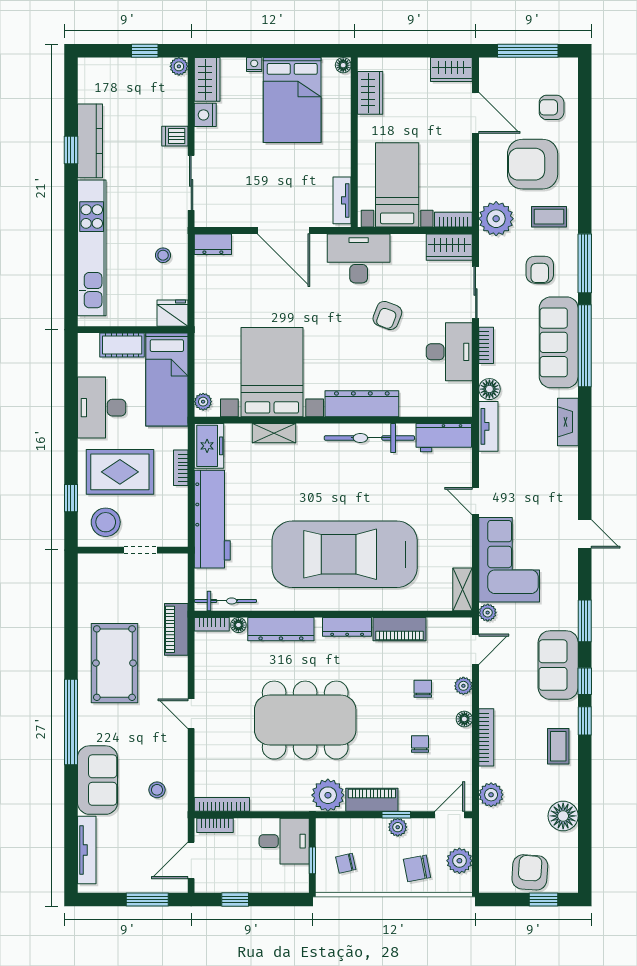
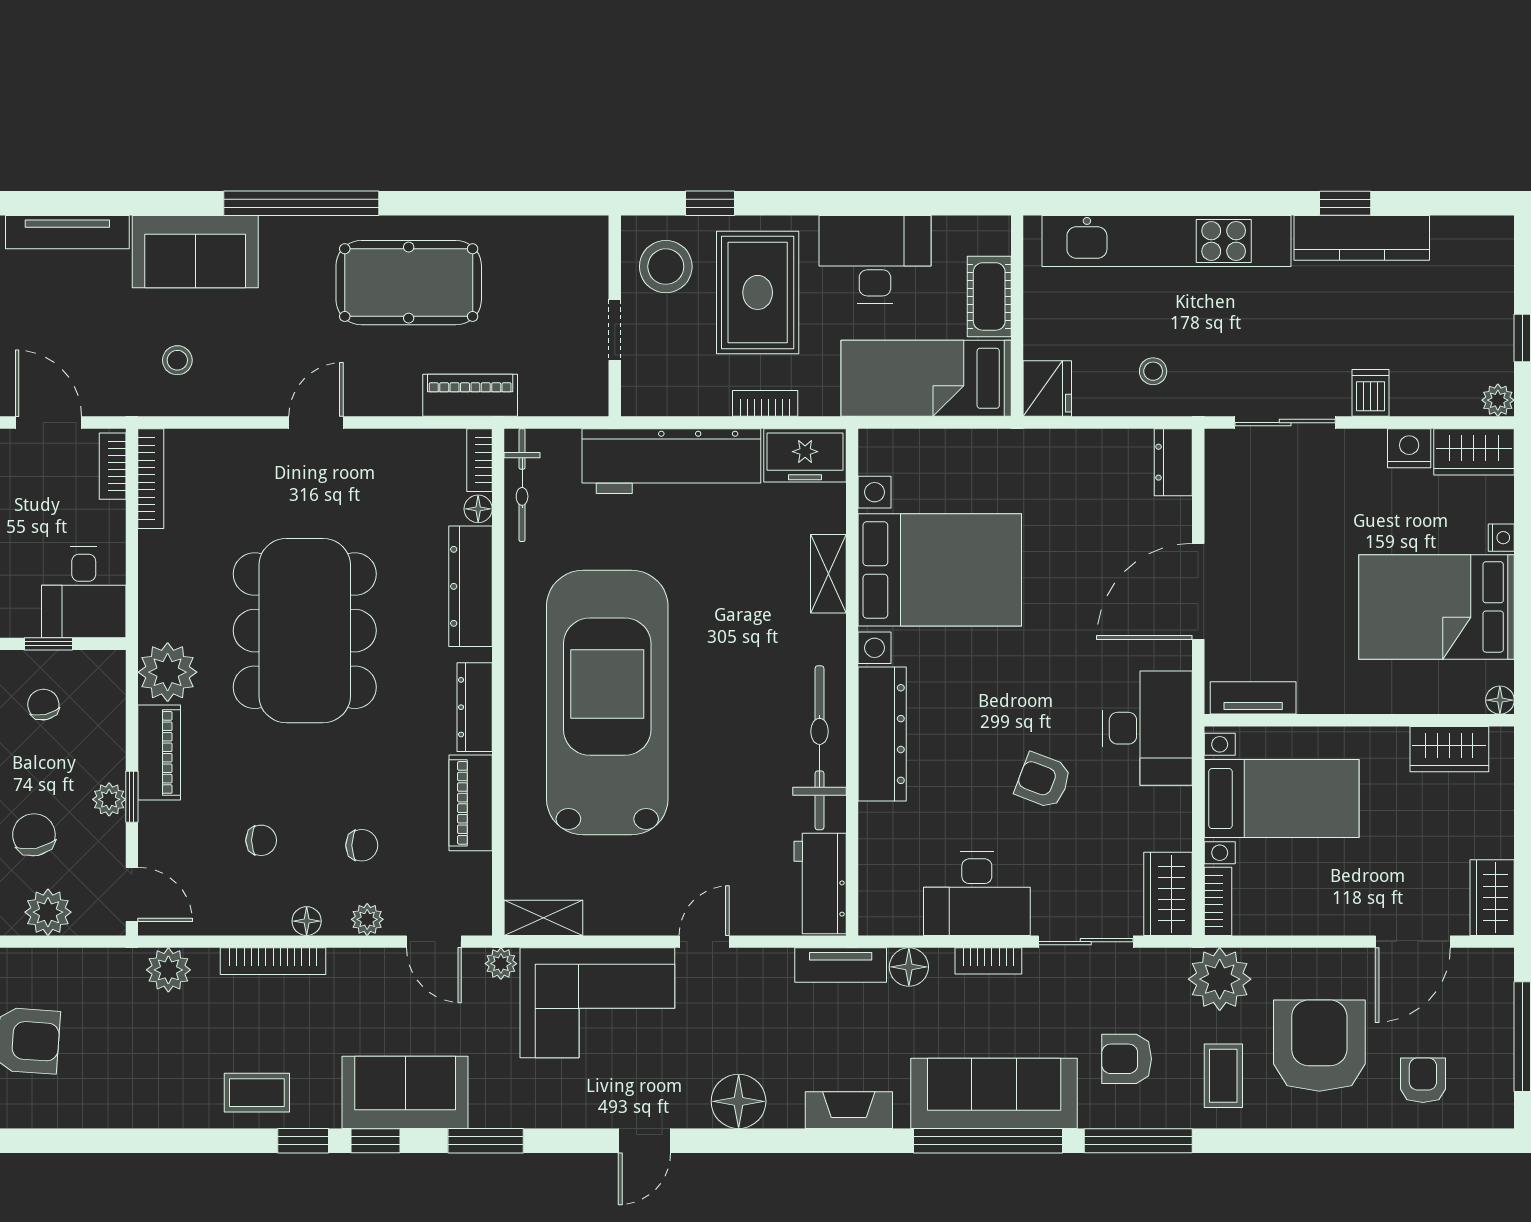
plant: (203, 402) -> (886, 444), removed
floor lamp: (563, 816) -> (739, 1101), moved

